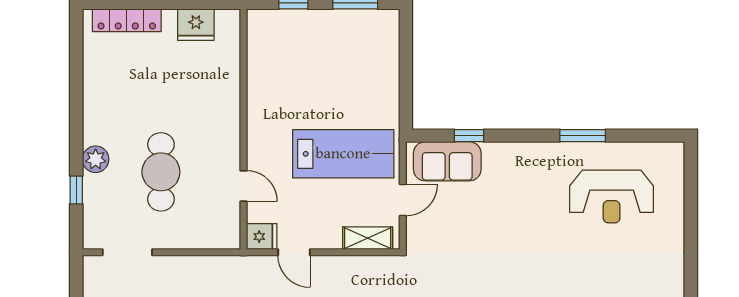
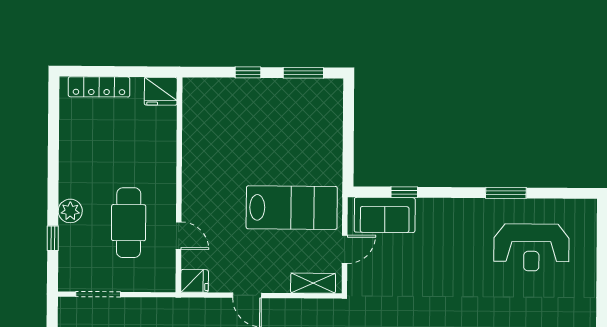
wall: (243, 129) -> (179, 185), moved
door: (243, 186) -> (179, 236), moved
fridge: (262, 237) -> (195, 281), moved

